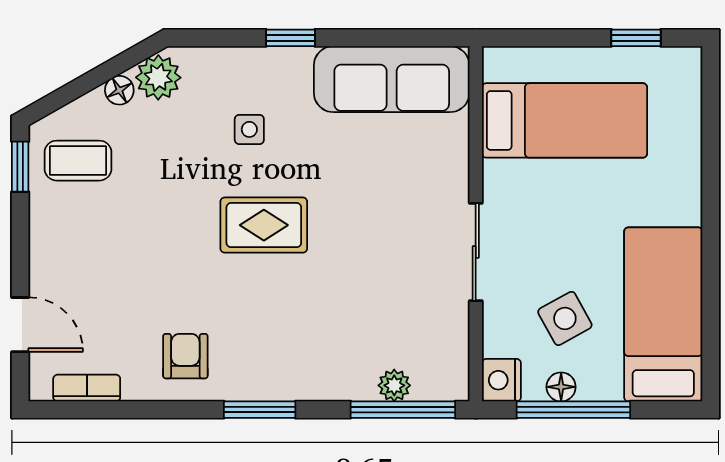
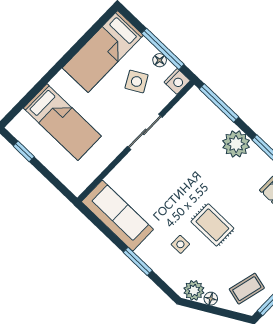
window: (291, 38) -> (138, 261), width x1.50
bed: (565, 120) -> (62, 122), moved, turned 180
coffee table: (78, 161) -> (247, 289), turned -76
rug: (264, 225) -> (212, 225), moved
plant: (394, 385) -> (236, 144), moved, width x1.88, depth x1.88

